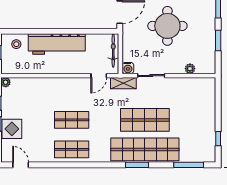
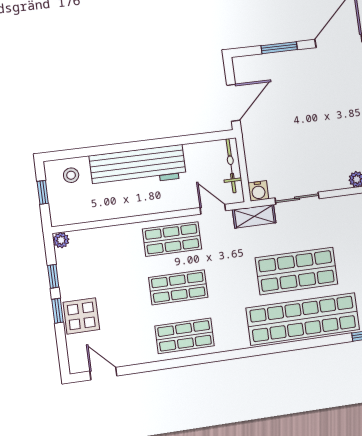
round table: (167, 26) -> (312, 116), removed
door: (99, 76) -> (213, 209), swing flipped
shop shelf: (72, 90) -> (172, 239), added
window: (137, 165) -> (294, 346), removed

